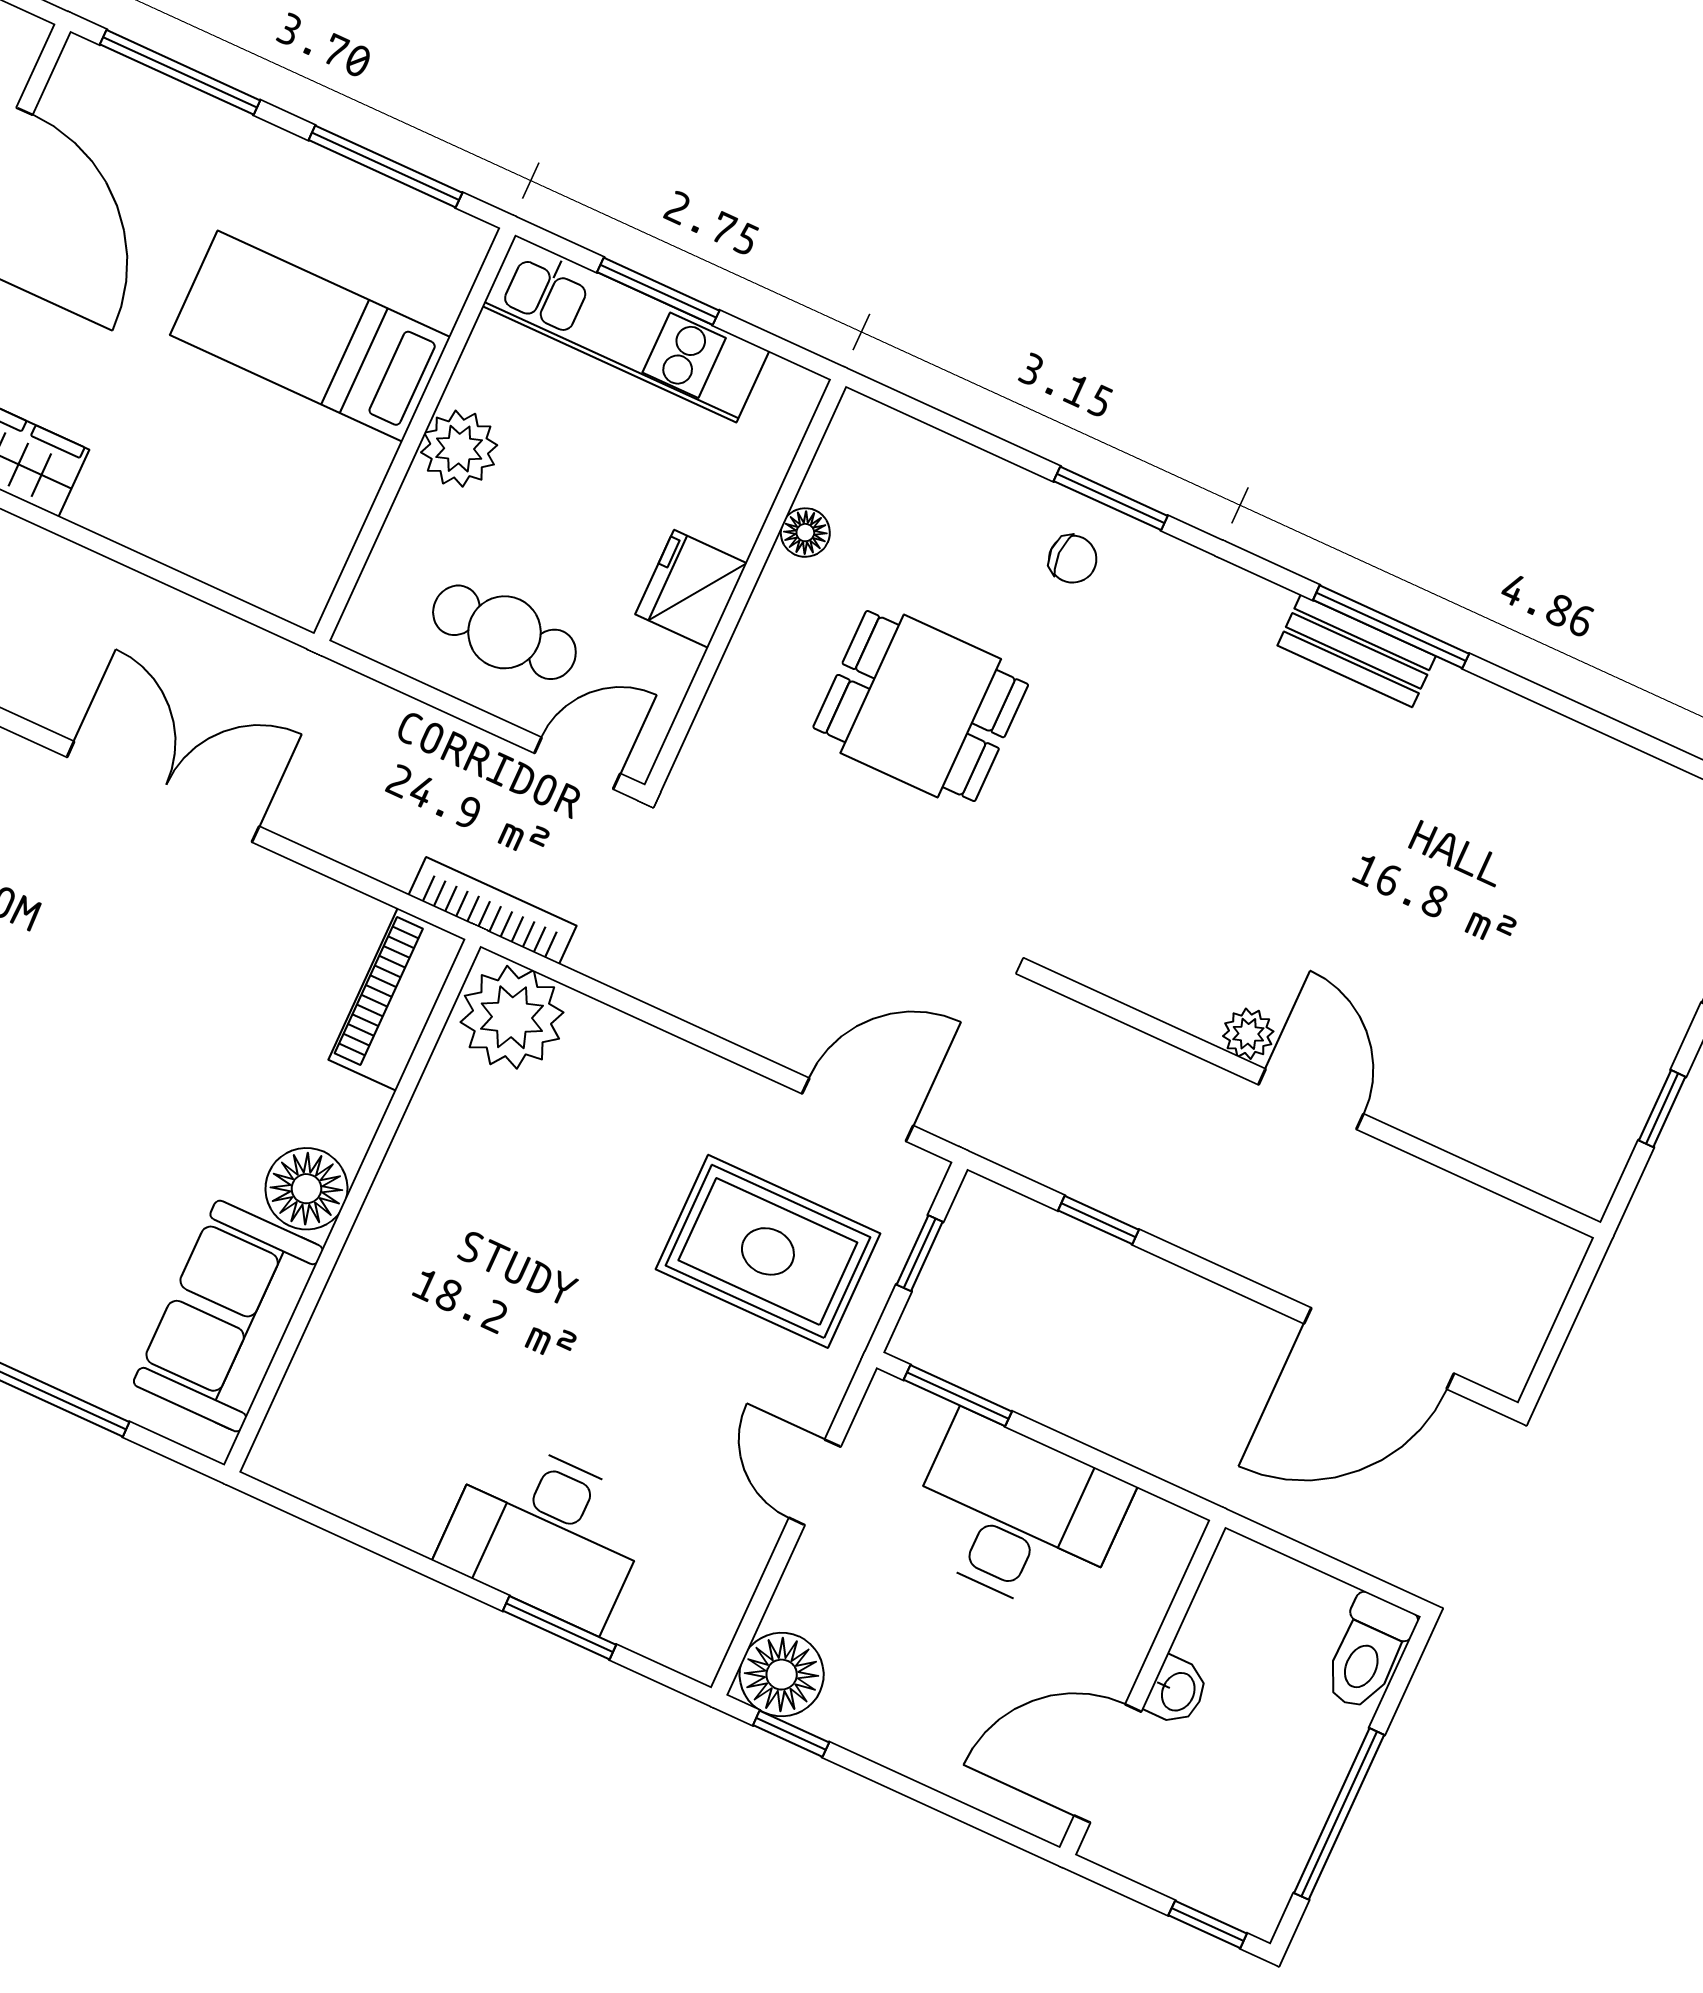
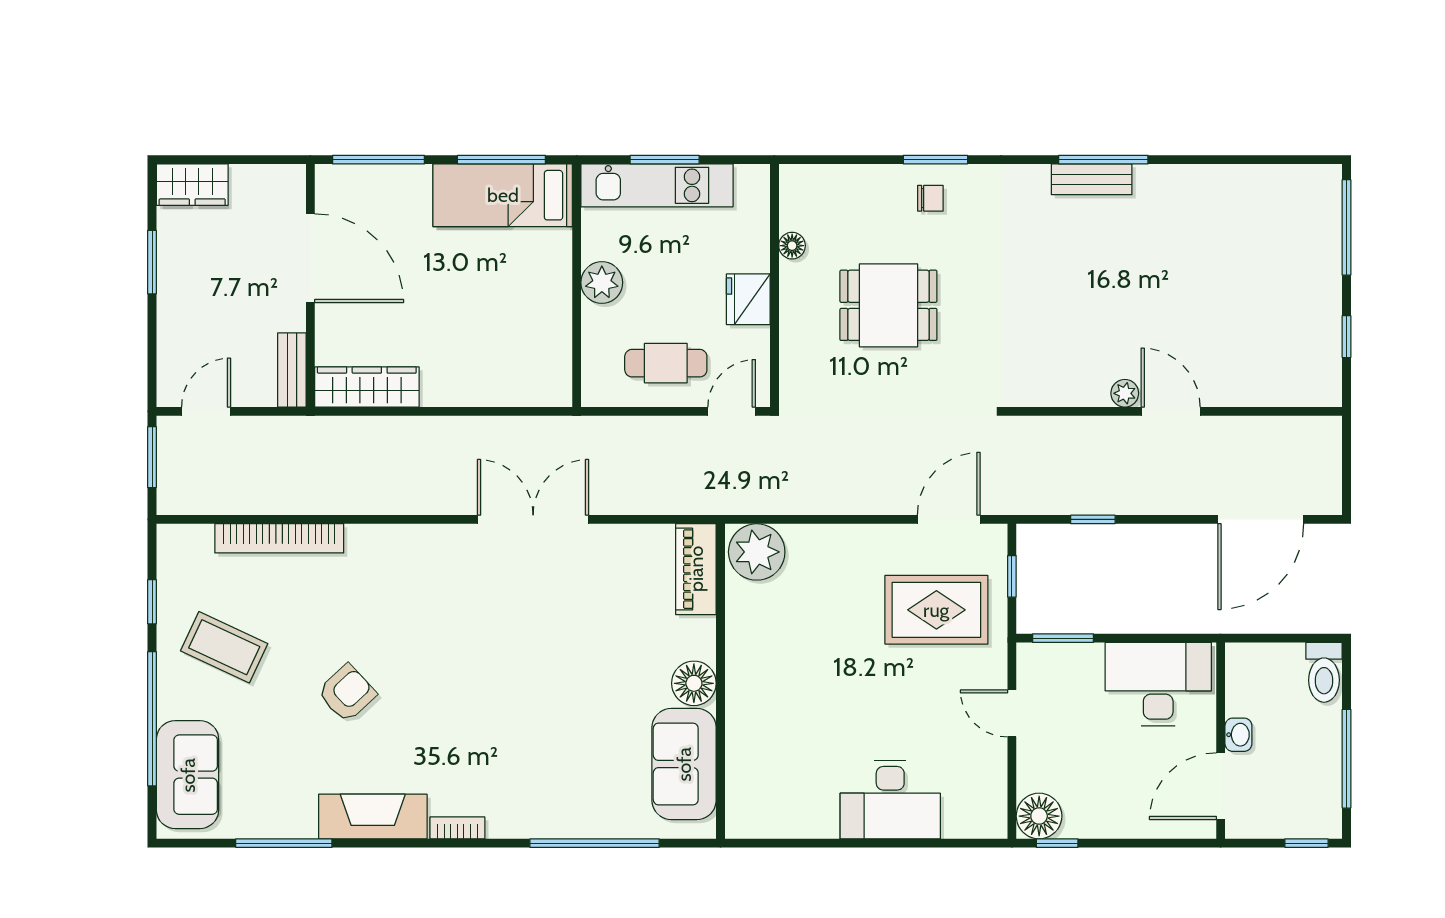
bed: (310, 336) -> (503, 195), moved
bookcase: (492, 911) -> (723, 504), removed
desk: (1017, 1516) -> (1158, 684), moved
window: (560, 1628) -> (919, 843), removed

